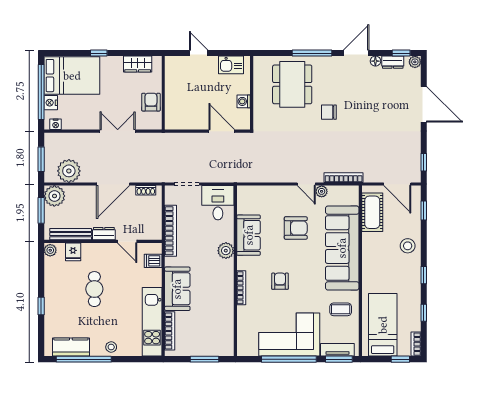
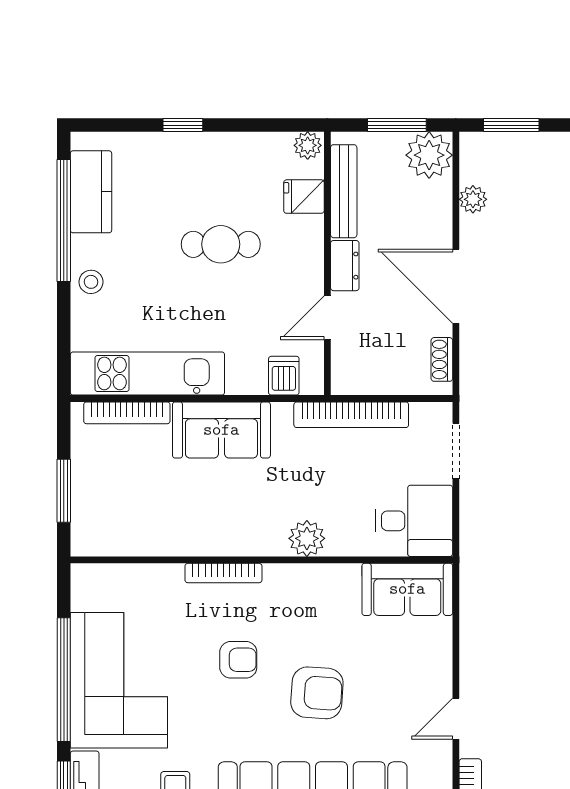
plant: (69, 171) -> (473, 199), width x0.53, depth x0.53
plant: (322, 191) -> (439, 753), removed
armchair: (296, 228) -> (317, 693), moved, turned -86
sofa: (249, 235) -> (407, 589), moved

